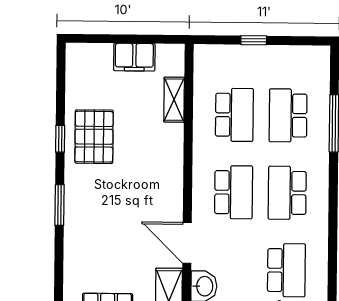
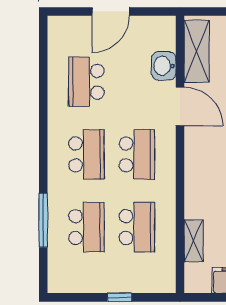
school desk: (234, 115) -> (137, 227), turned 180
school desk: (234, 192) -> (137, 154), turned 180

